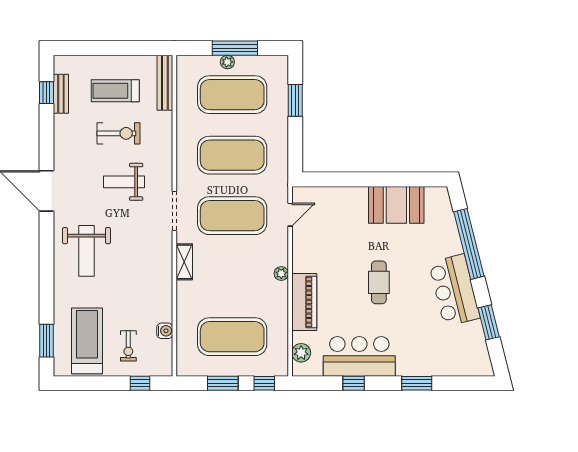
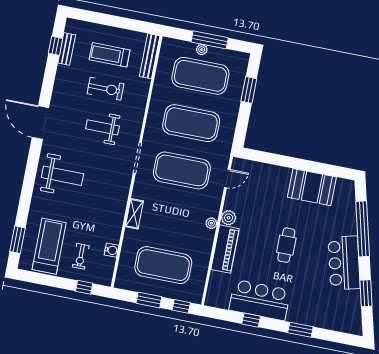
weight bench: (86, 251) -> (62, 176), turned -90
shelving: (184, 262) -> (134, 214), moved
plant: (301, 353) -> (229, 218), moved

